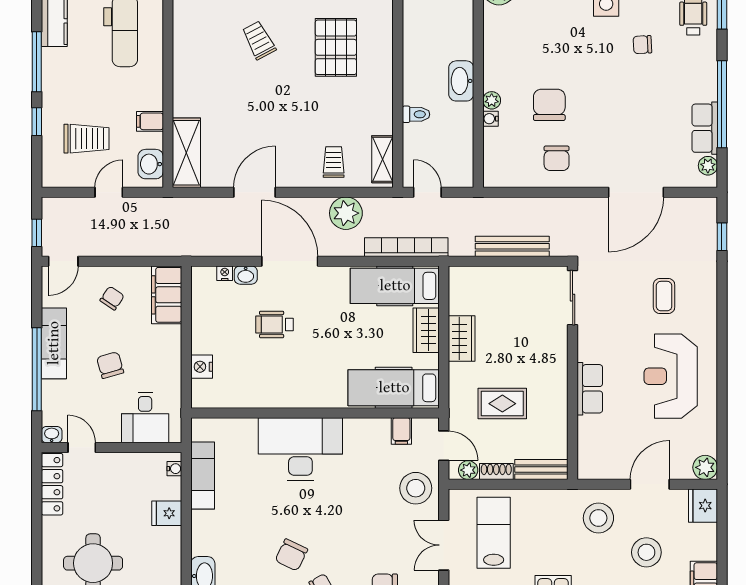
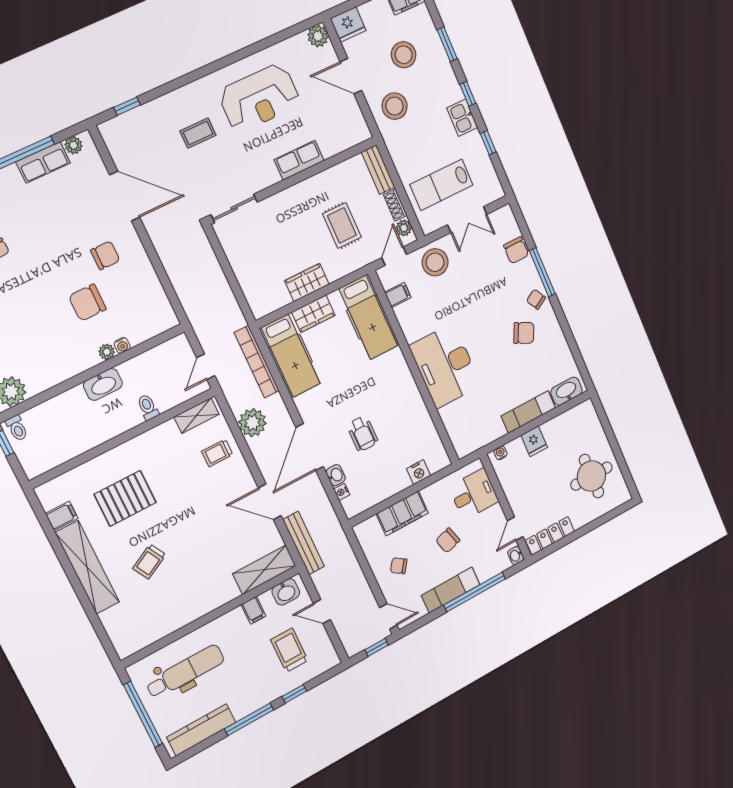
chair: (557, 158) -> (105, 255), moved
bench: (512, 246) -> (304, 543), moved
filing cabinet: (167, 295) -> (402, 513), moved
exam couch: (203, 476) -> (528, 412), moved

